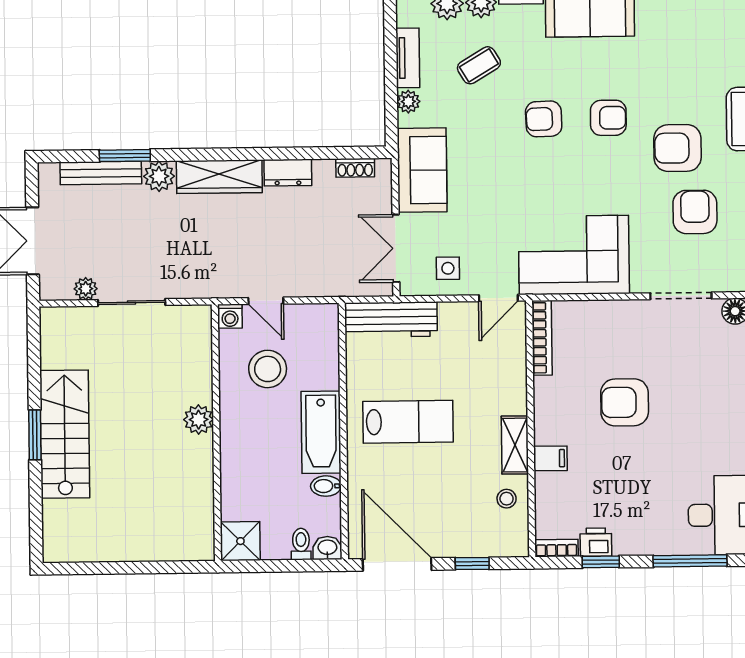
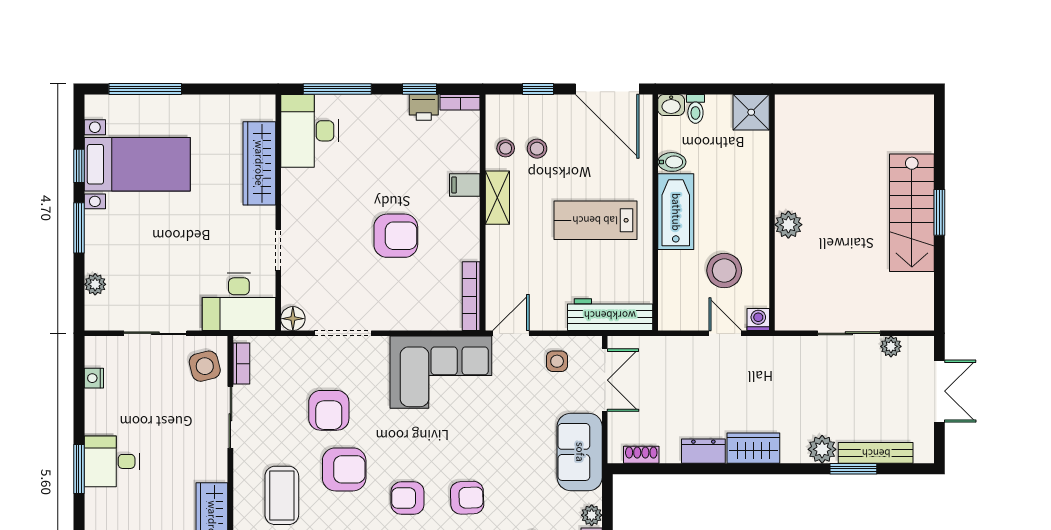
wardrobe: (219, 177) -> (753, 448), width x0.67
stool: (472, 499) -> (537, 149), added

